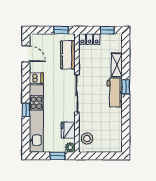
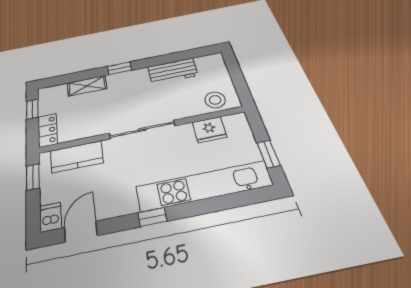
dishwasher: (36, 78) -> (51, 217), moved
workbench: (115, 92) -> (173, 71), moved
window: (26, 110) -> (152, 217), moved
plant: (70, 147) -> (239, 120), removed
window: (58, 156) -> (269, 154), moved

